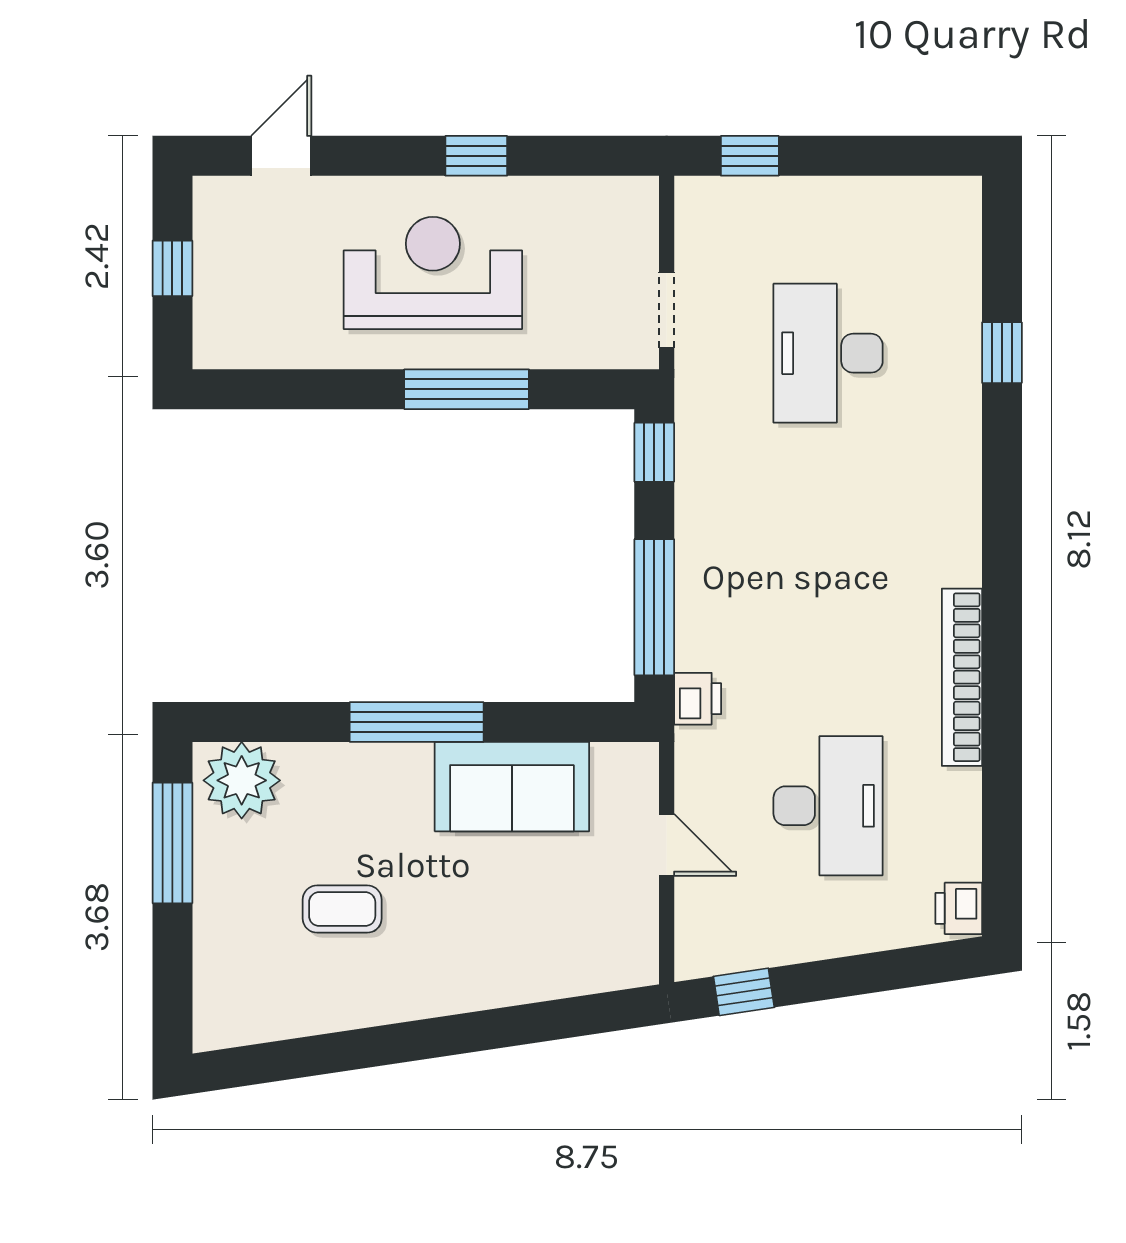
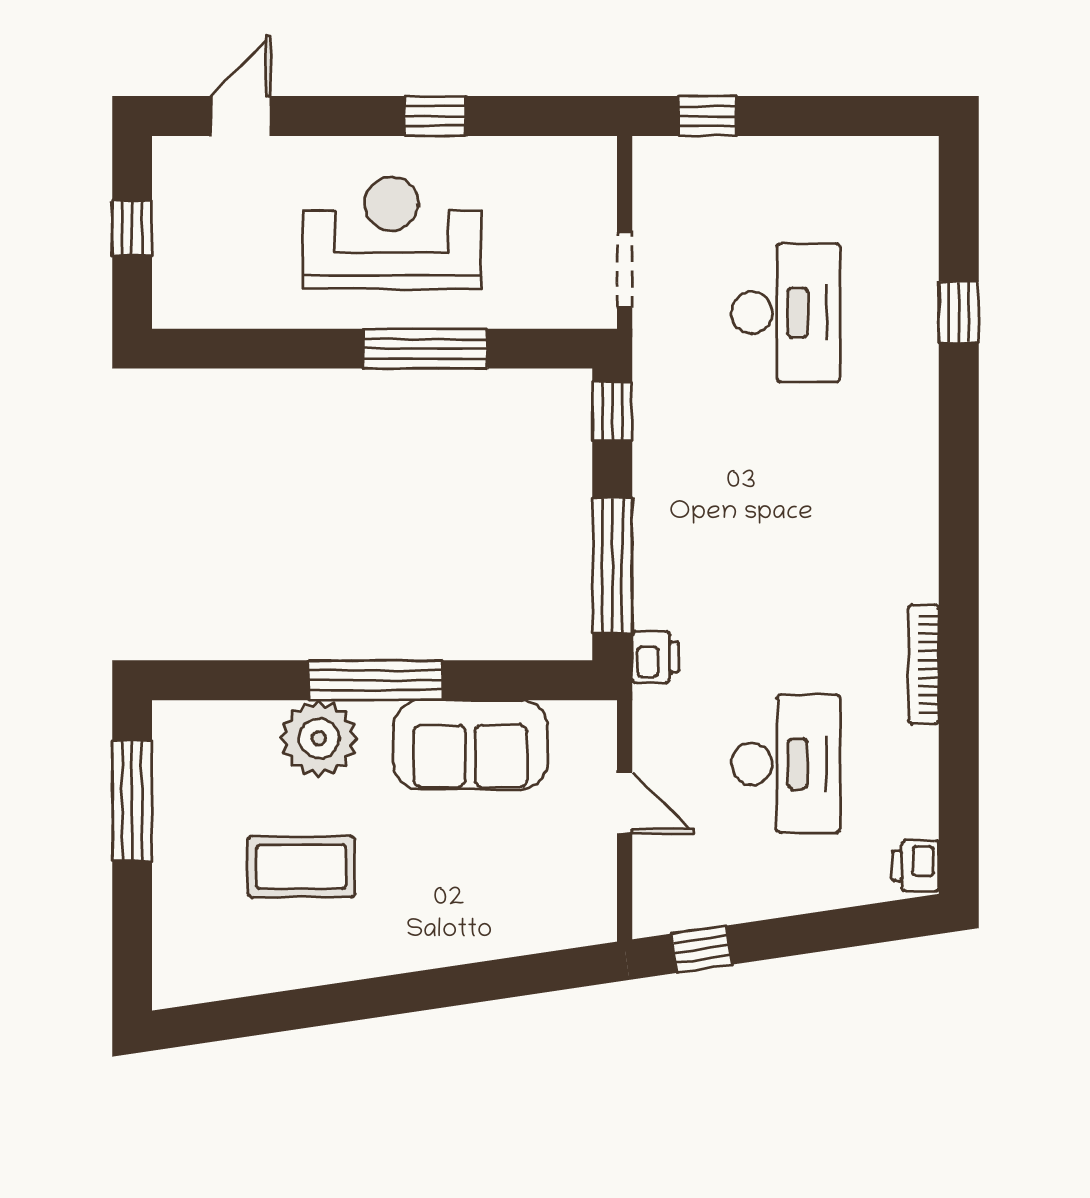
desk: (828, 353) -> (785, 313), turned 180
bookcase: (962, 677) -> (924, 664), width x0.68, depth x0.76
plant: (242, 780) -> (319, 738), moved
coffee table: (342, 909) -> (301, 867), width x1.36, depth x1.30

